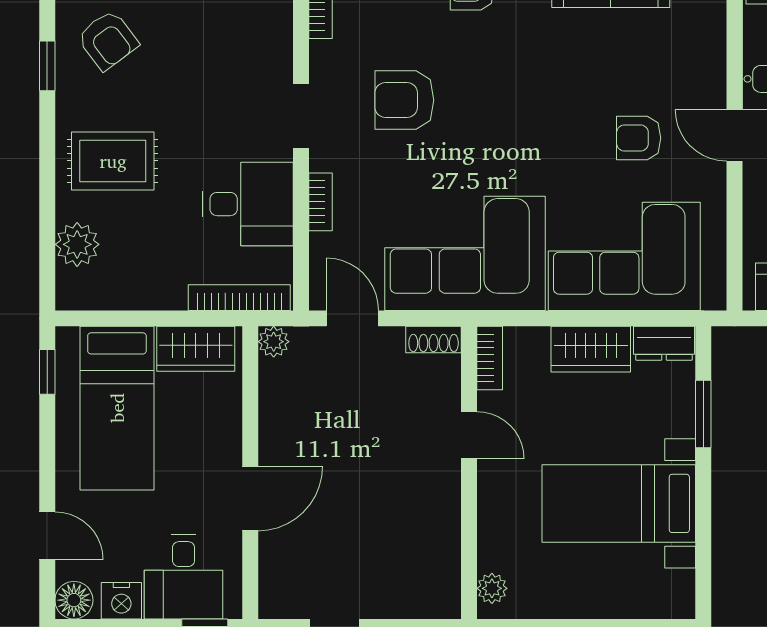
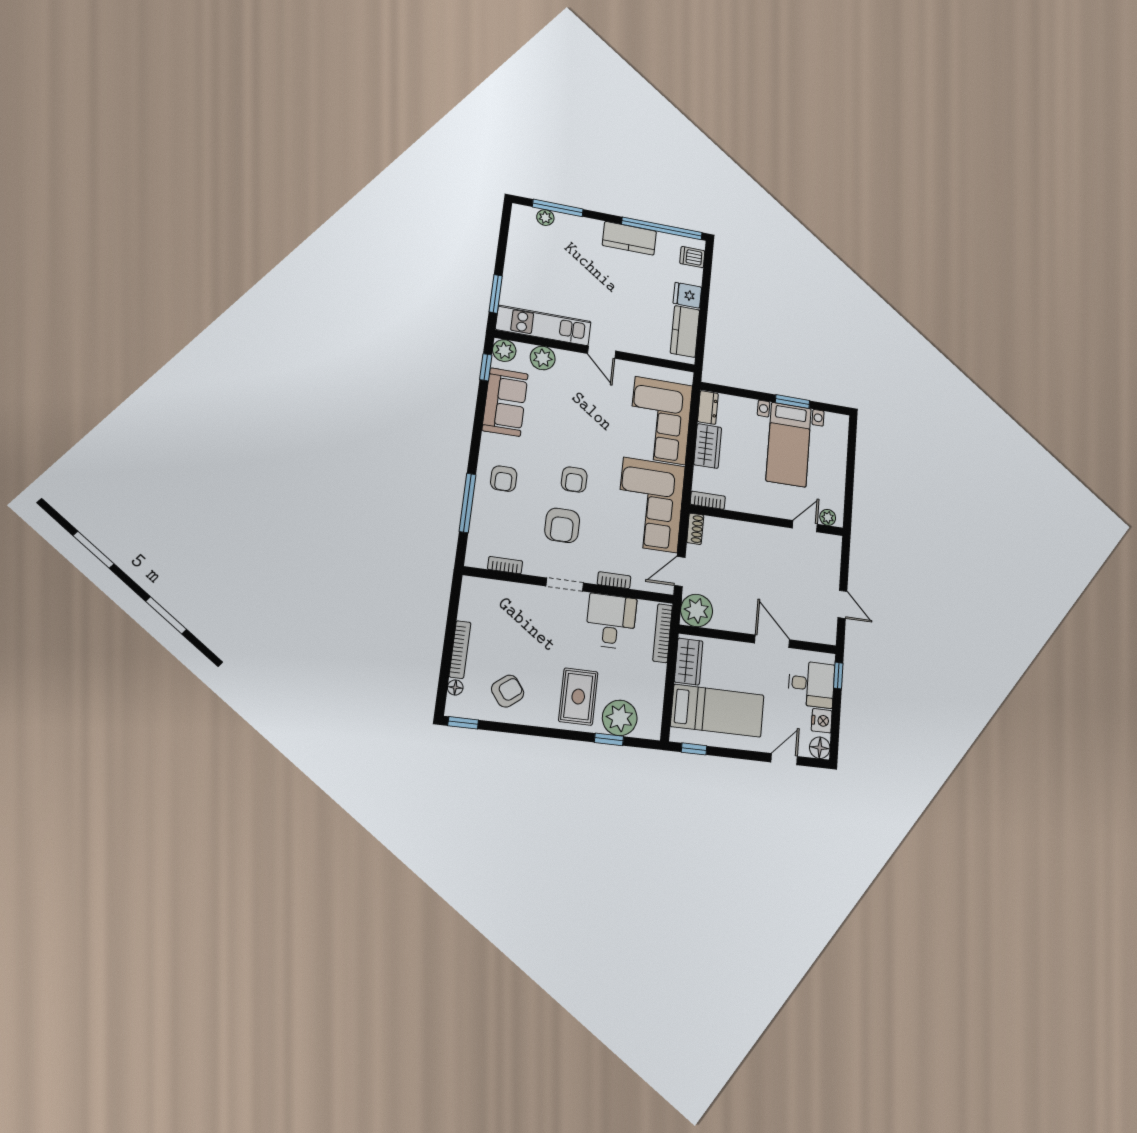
plant: (704, 30) -> (543, 358), added
window: (47, 66) -> (609, 739), moved
door: (734, 136) -> (602, 352), hinge flipped
armchair: (639, 138) -> (574, 480), moved
plant: (77, 244) -> (620, 718), width x1.36, depth x1.36
plant: (274, 342) -> (697, 610), width x1.88, depth x1.88
window: (703, 414) -> (793, 402), moved
door: (469, 435) -> (805, 526), moved

